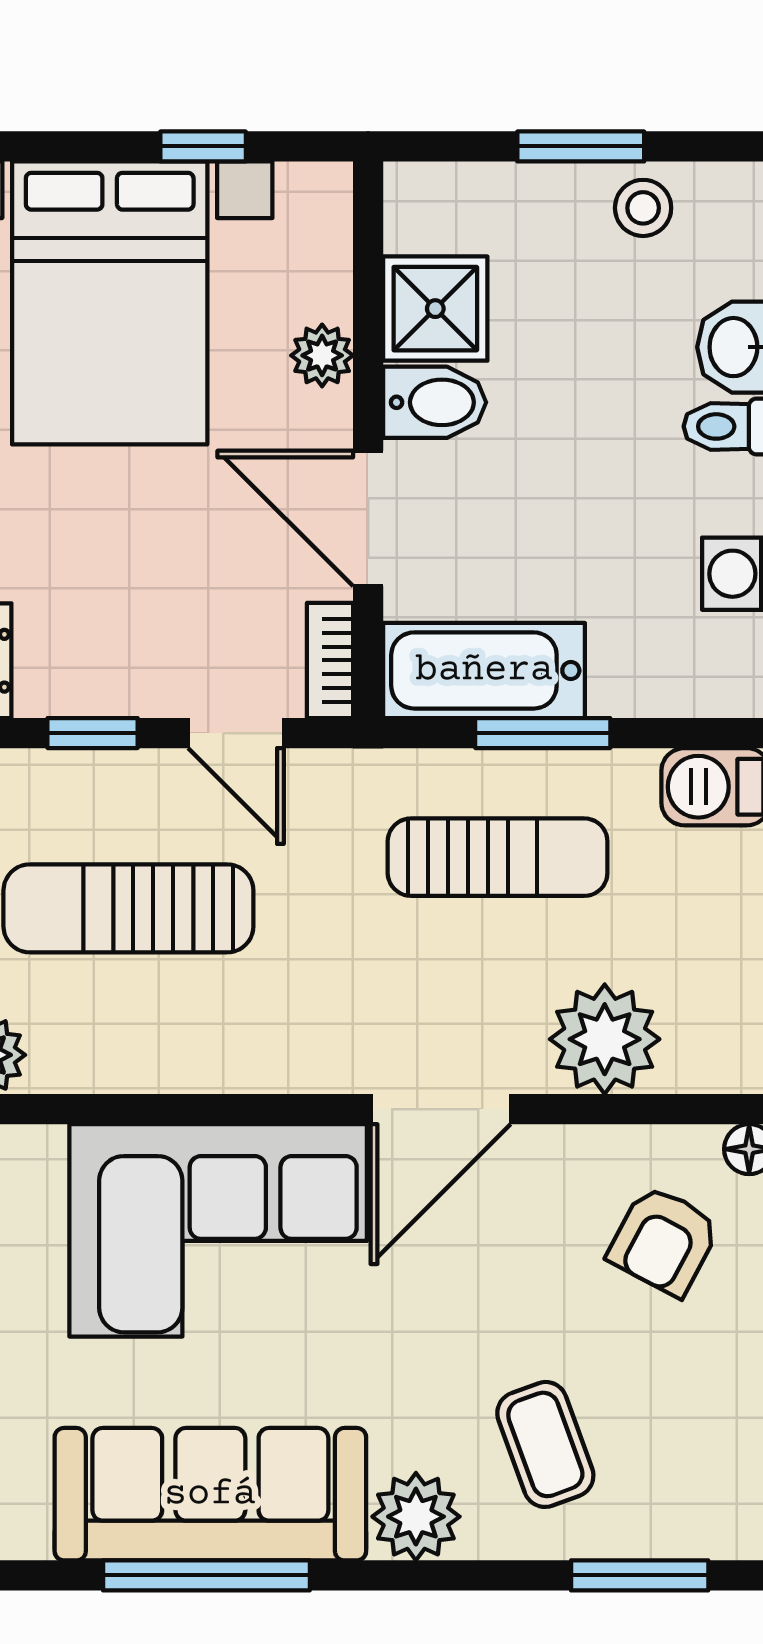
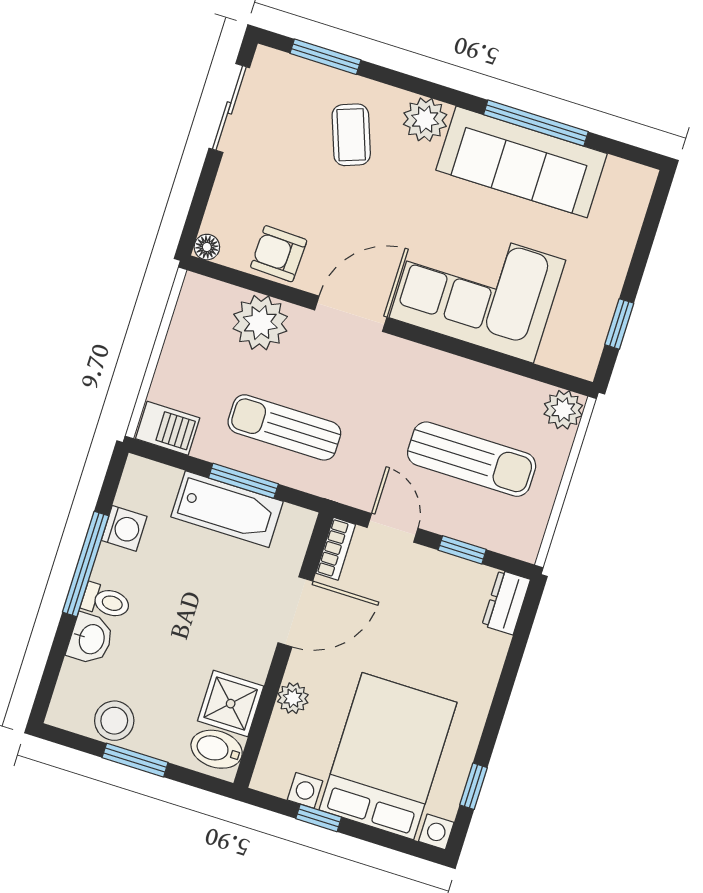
stool: (643, 208) -> (114, 721), width x1.37, depth x1.37
bidet: (435, 402) -> (217, 749), moved
door: (368, 518) -> (295, 612), hinge flipped
bathtub: (484, 670) -> (227, 509), moved
armchair: (664, 1241) -> (279, 254), moved, turned -116

